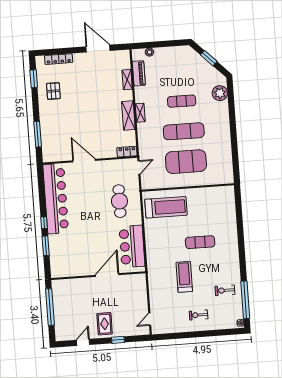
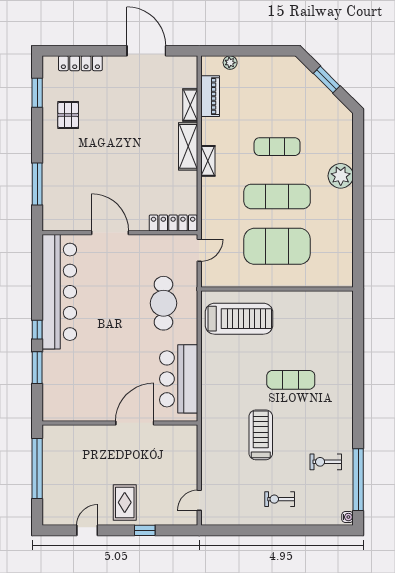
plant: (220, 93) -> (341, 176), moved
shelving: (128, 115) -> (188, 146), moved
locker: (127, 152) -> (173, 223), width x1.53

